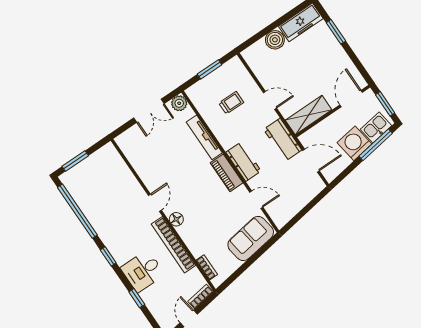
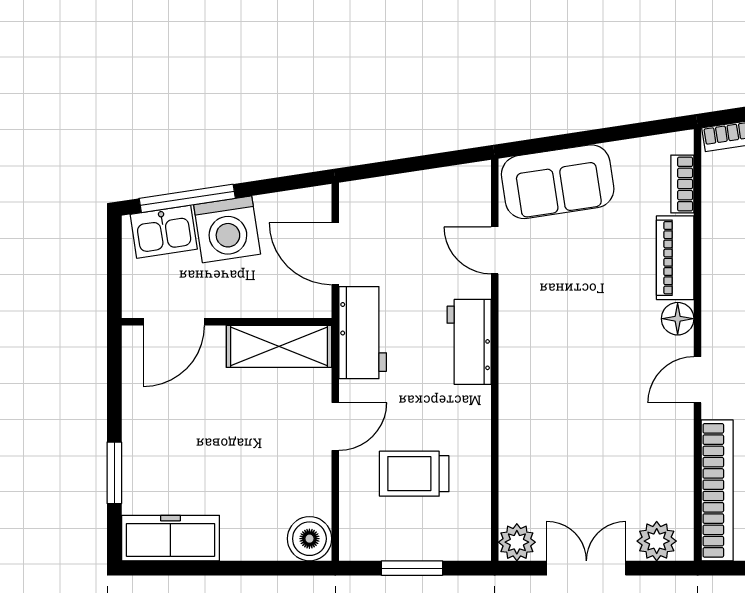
boiler: (275, 40) -> (309, 539), moved
door: (270, 100) -> (335, 427), swing flipped
trolley: (231, 103) -> (414, 474), width x1.36, depth x1.39
window: (385, 104) -> (114, 266), removed
plant: (131, 137) -> (657, 541), added
tv unit: (204, 137) -> (513, 442), removed
piano: (227, 173) -> (675, 258), moved, turned 180
bookcase: (173, 245) -> (717, 490), moved

